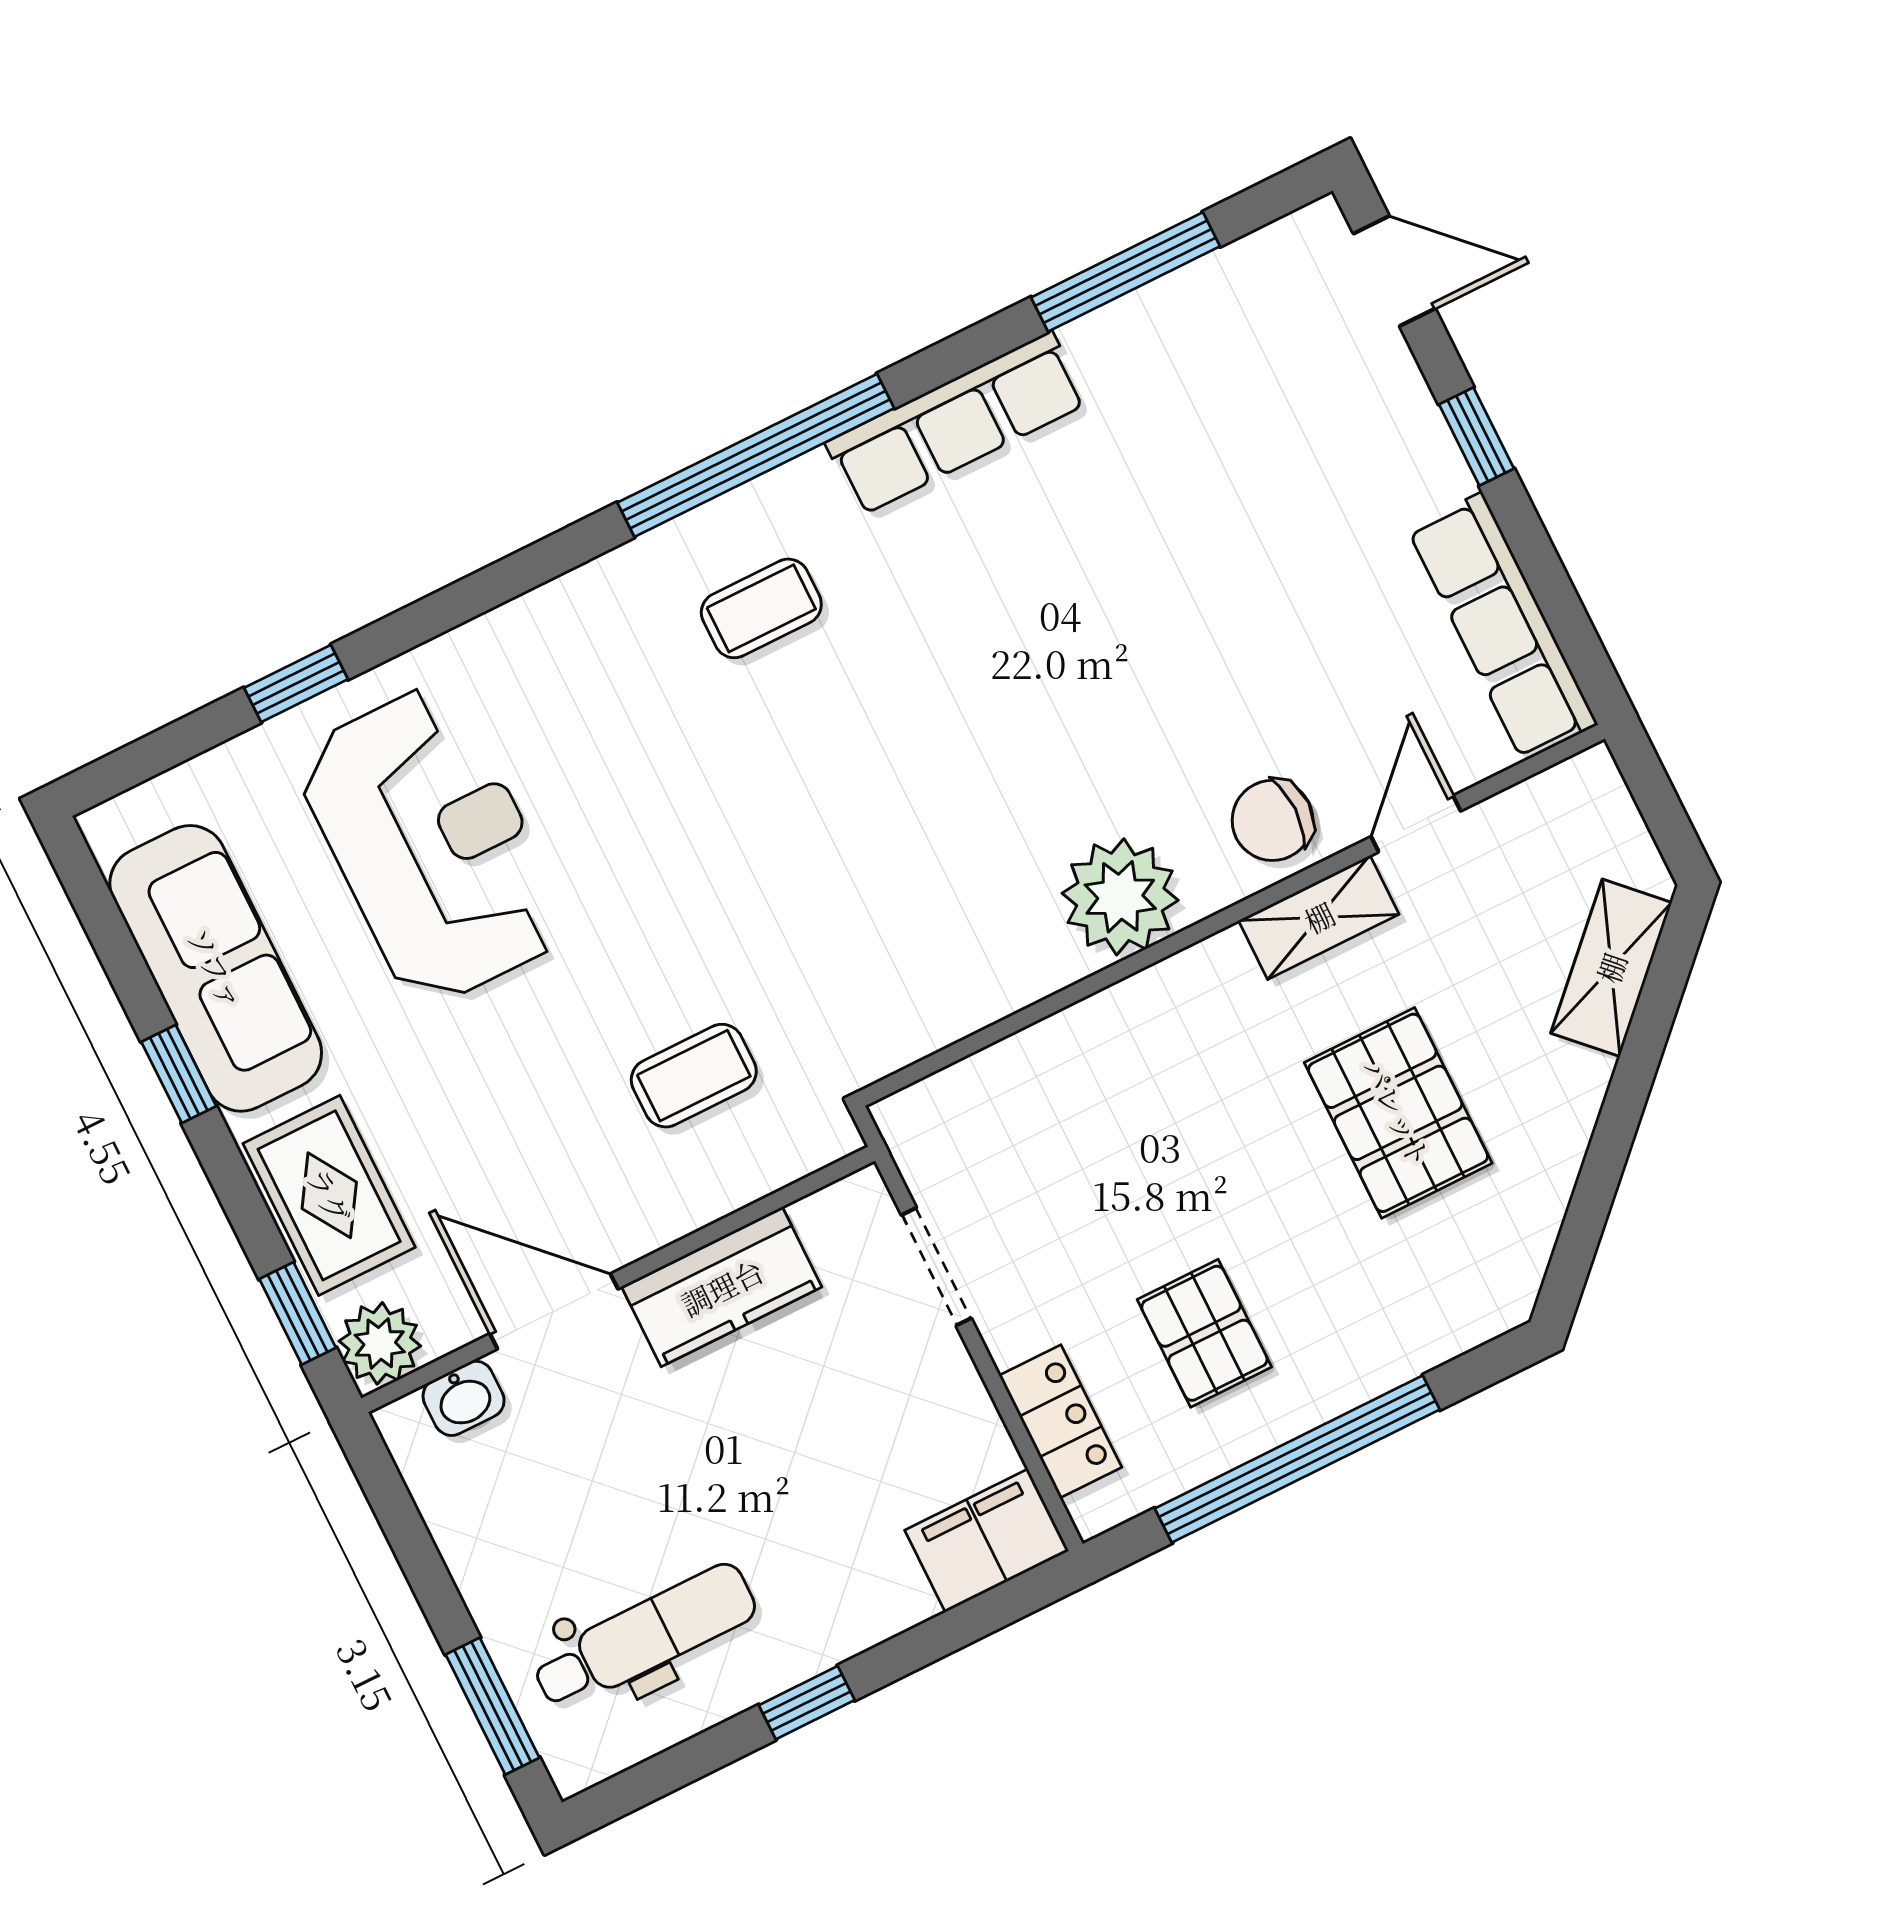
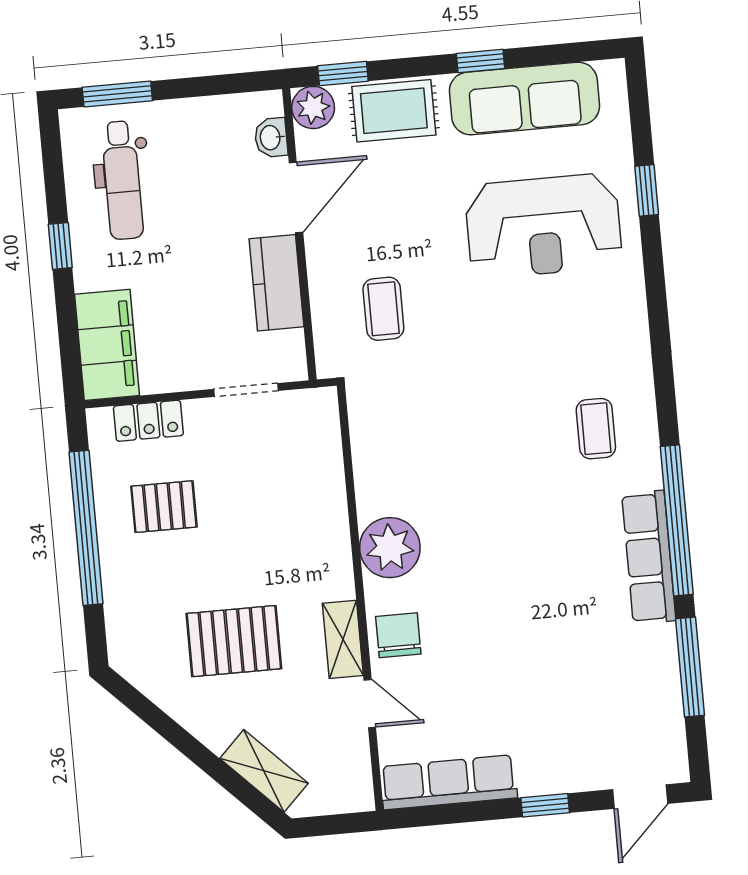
window: (756, 455) -> (677, 520), moved
filing cabinet: (987, 1541) -> (107, 345), width x1.50, depth x1.17

